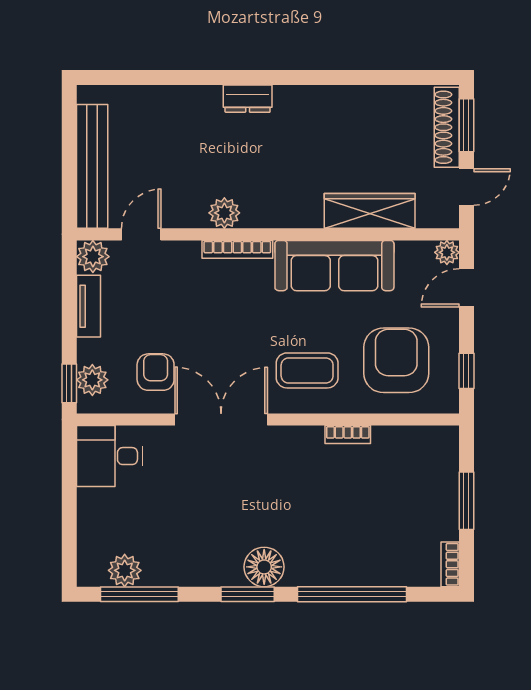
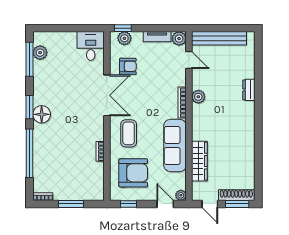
dresser: (248, 99) -> (249, 90), moved

